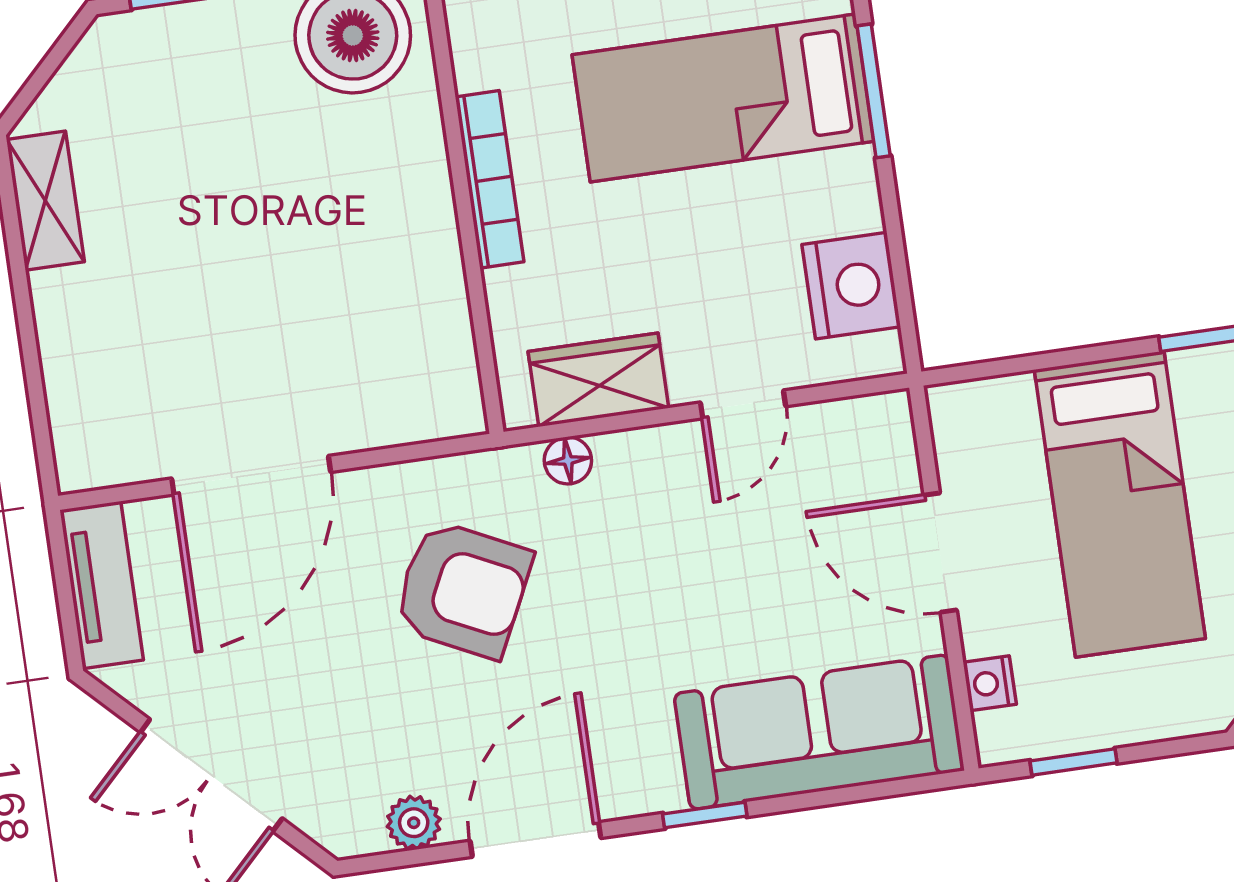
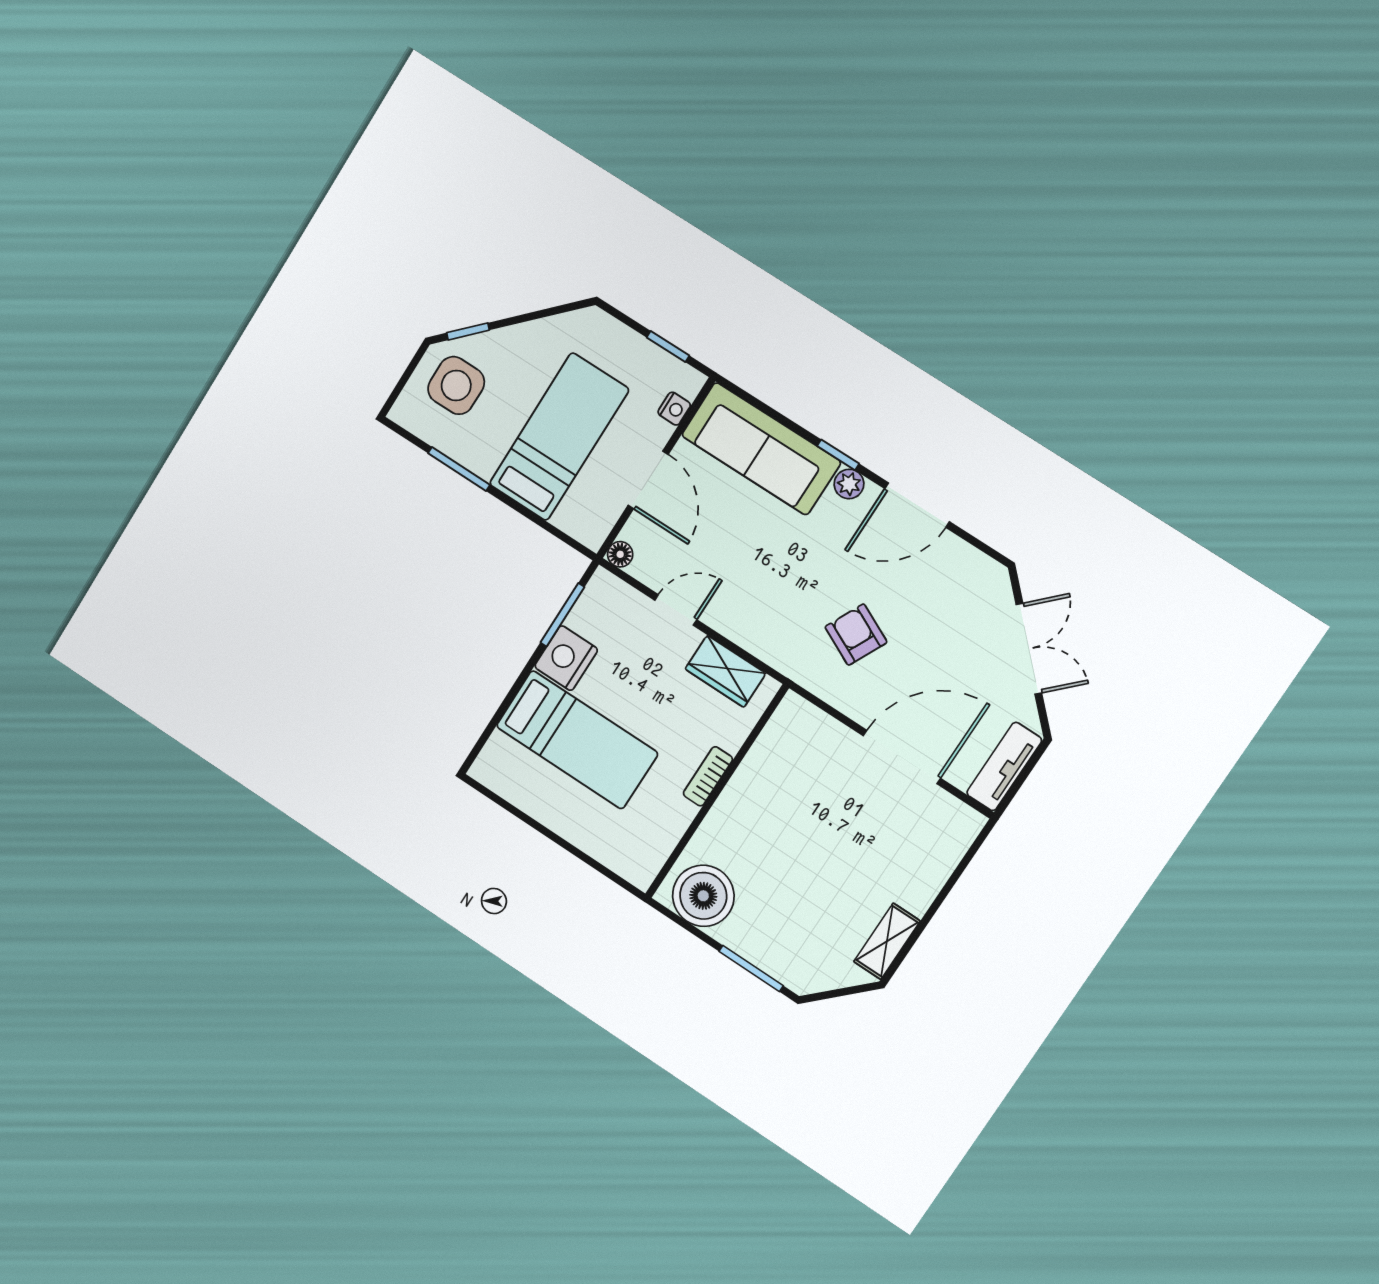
window: (874, 91) -> (562, 615), moved
bookcase: (489, 179) -> (708, 776), width x0.64
nightstand: (851, 286) -> (566, 658), moved
floor lamp: (568, 460) -> (620, 554), moved
armchair: (463, 589) -> (856, 635), width x0.72, depth x0.72
plant: (414, 823) -> (849, 484), moved

